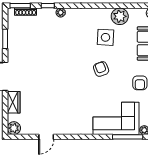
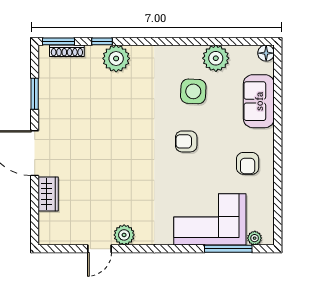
plant: (61, 12) -> (116, 58), width x1.88, depth x1.88
armchair: (101, 69) -> (186, 141), turned -69
plant: (14, 128) -> (124, 235), moved

